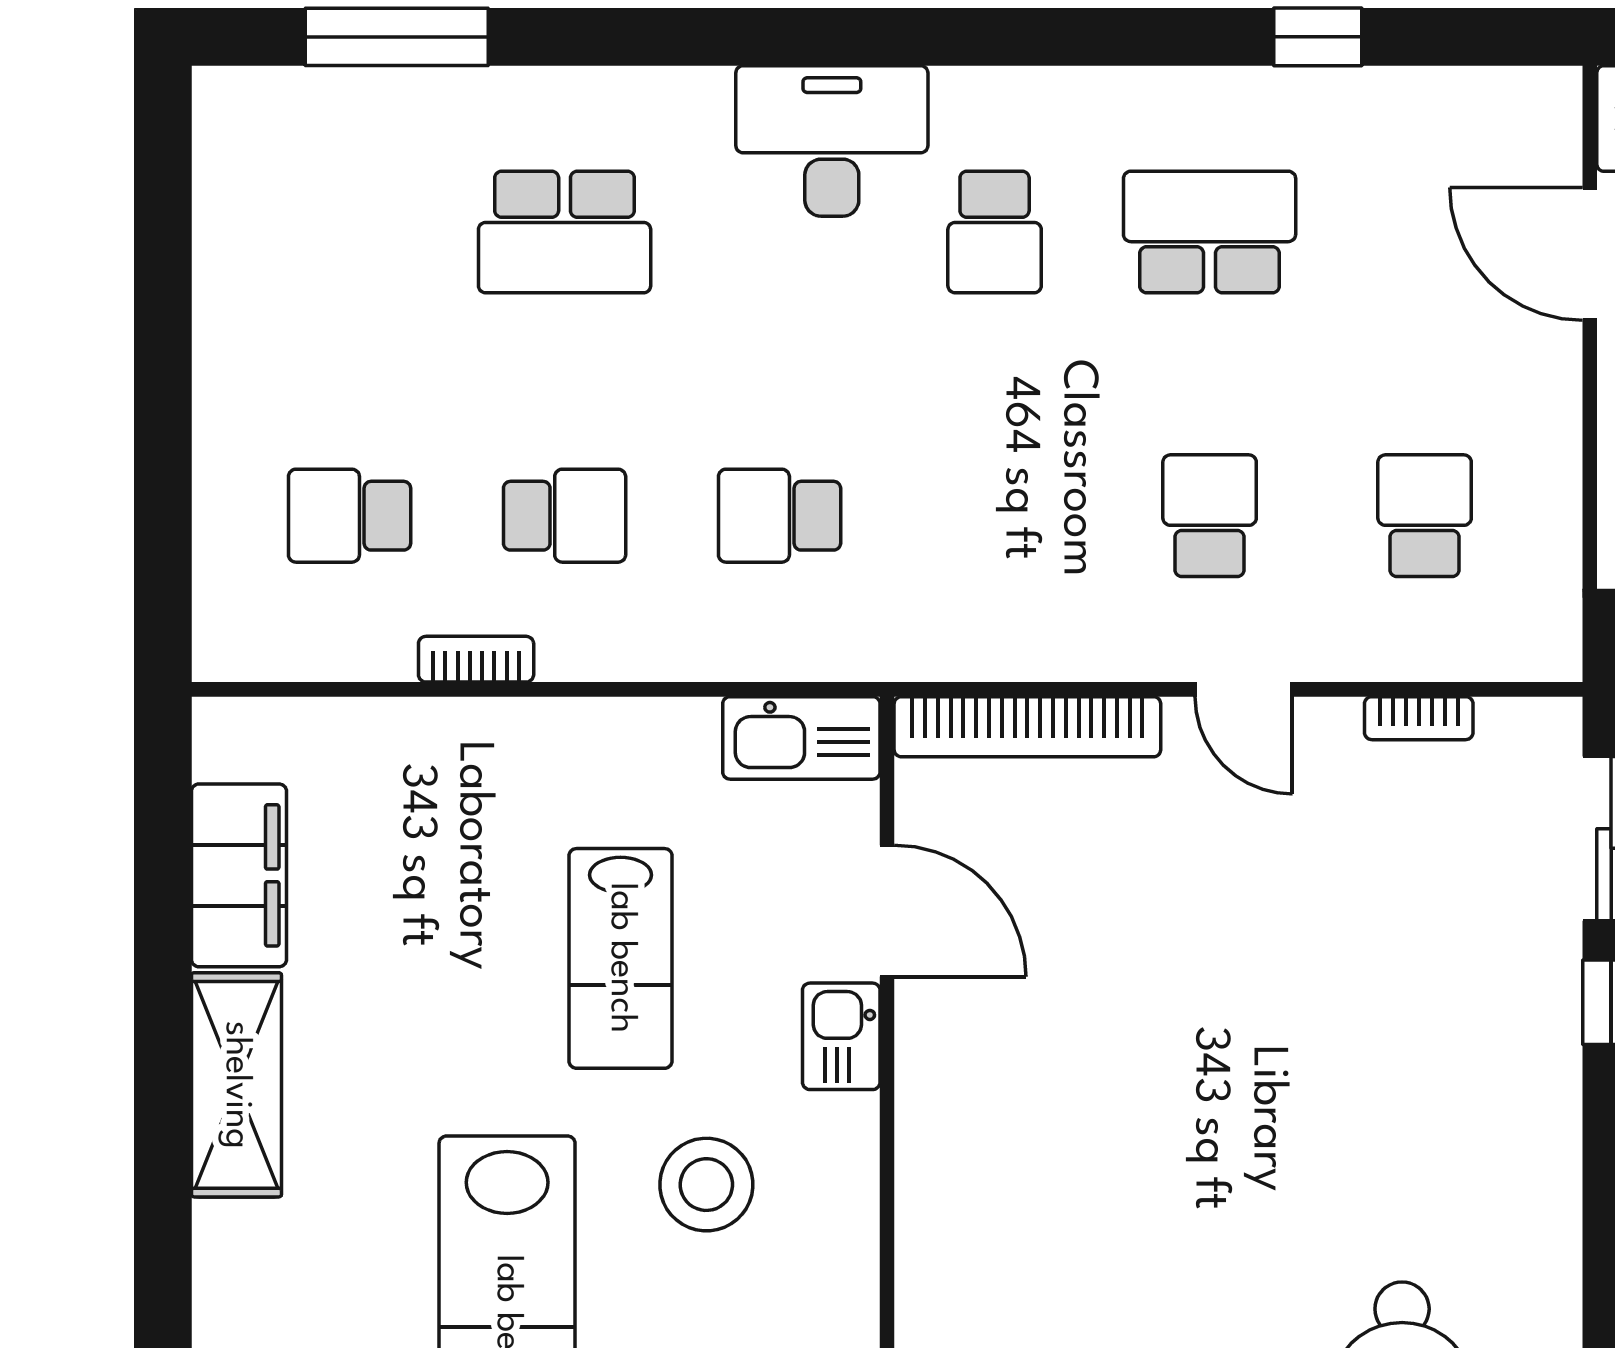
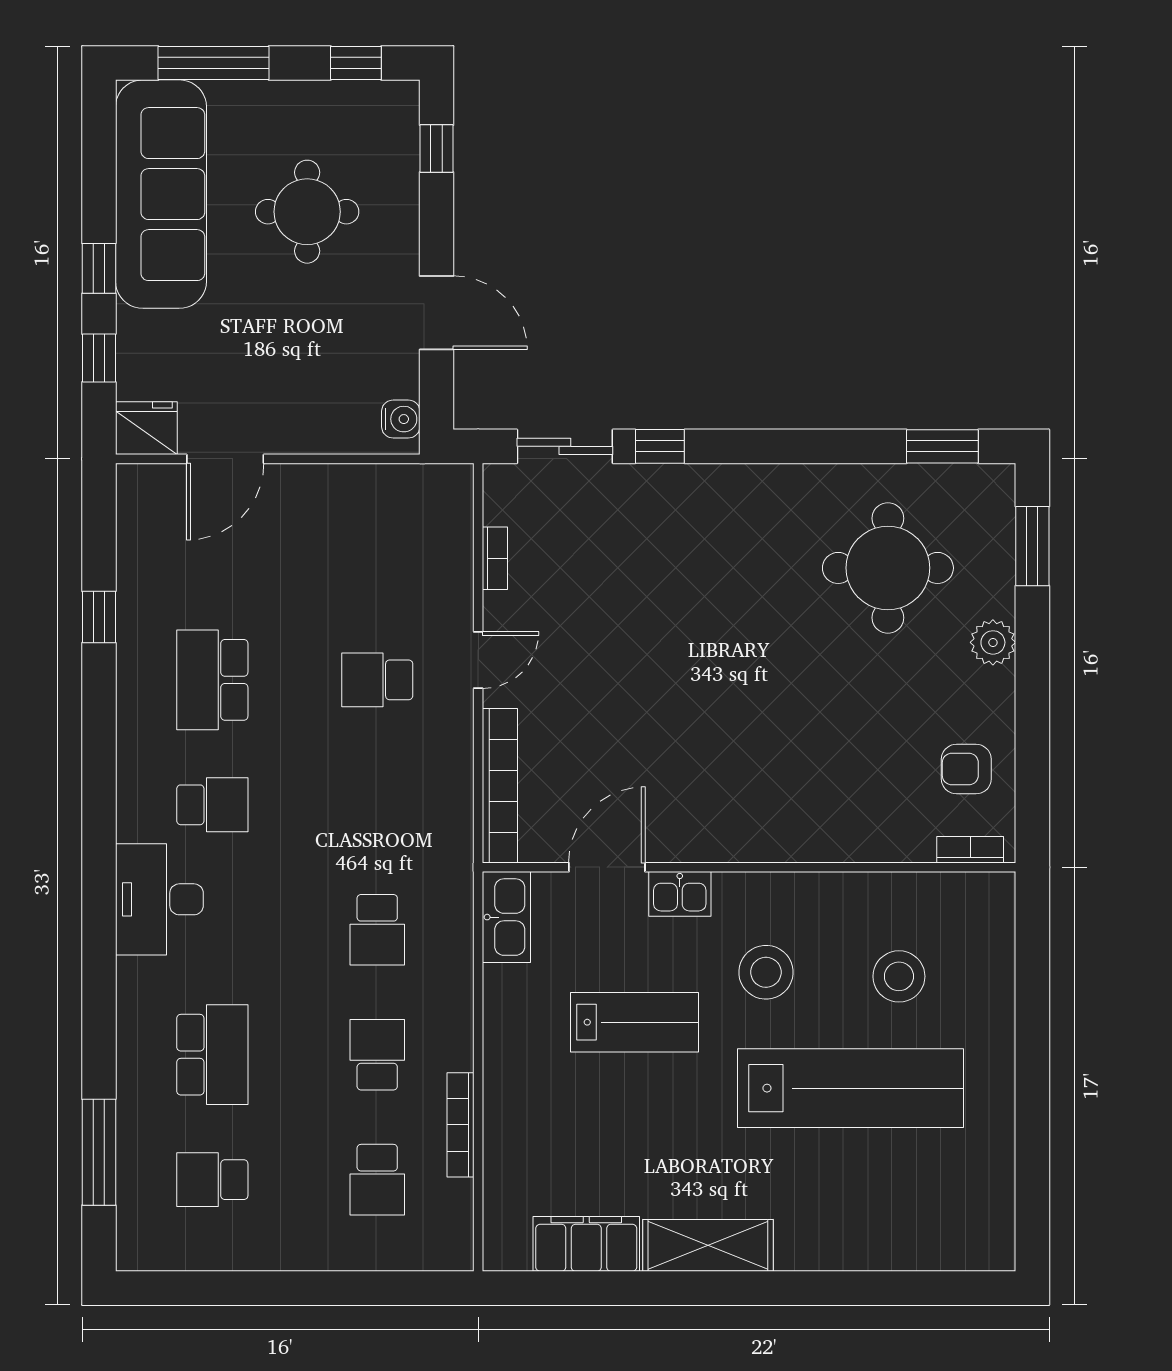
school desk: (1425, 516) -> (212, 1180), moved
bookcase: (476, 659) -> (461, 1125), width x1.56

